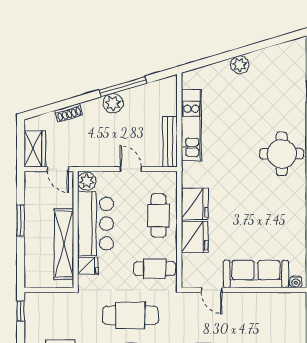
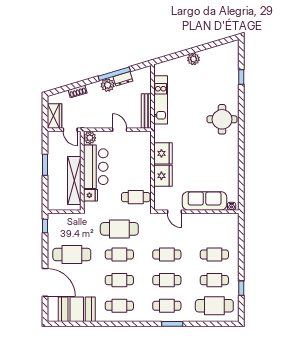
dresser: (136, 94) -> (123, 79), added
cafe table: (159, 216) -> (138, 161), removed

